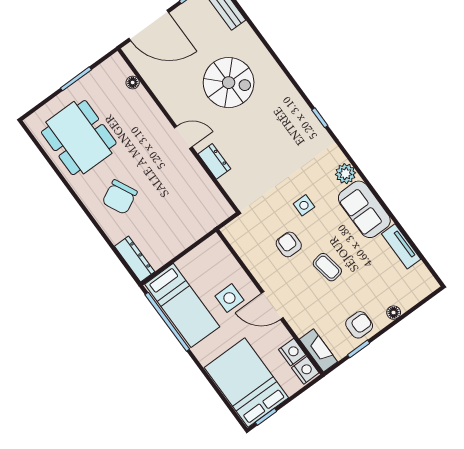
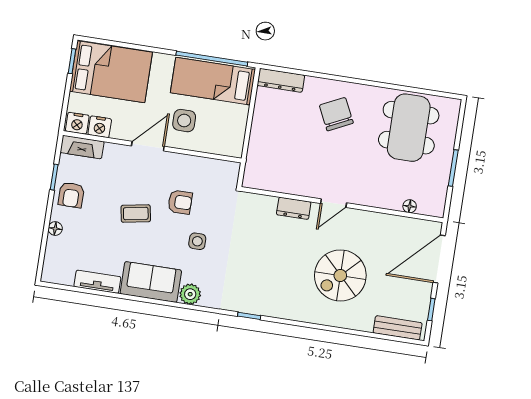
dining table: (79, 138) -> (409, 128), turned 90

